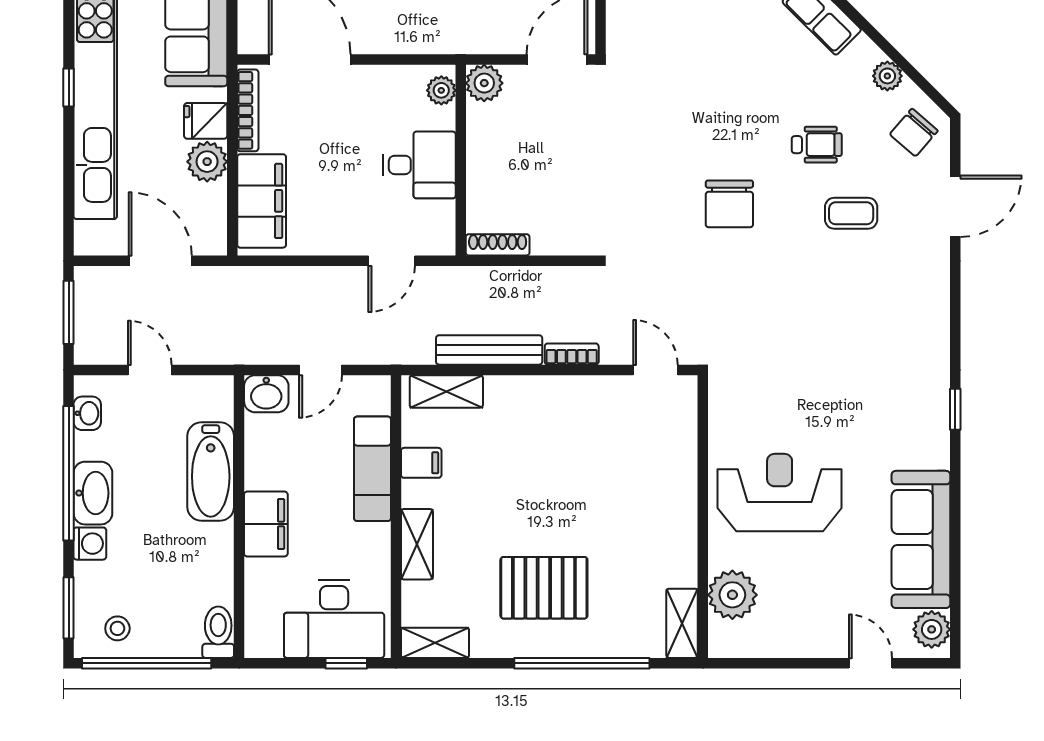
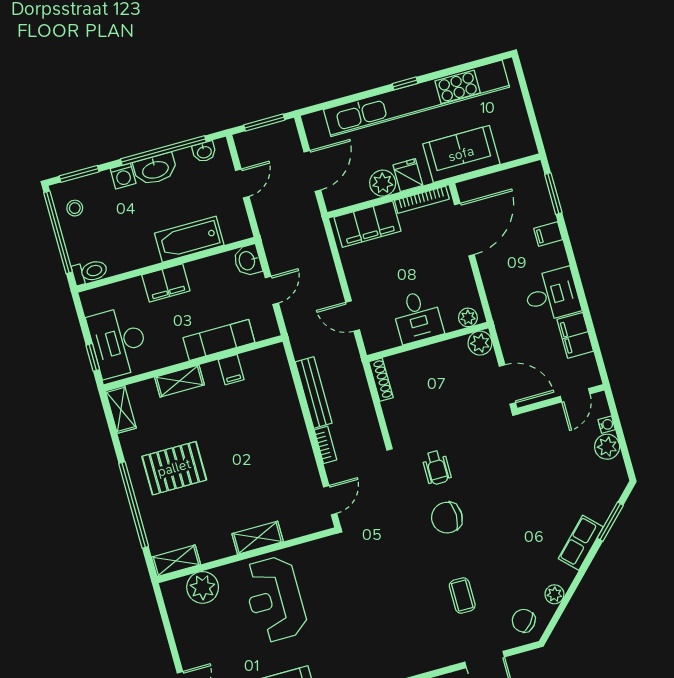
wheelchair: (817, 145) -> (437, 467), moved
door: (321, 370) -> (272, 290), swing flipped
shelving: (446, 391) -> (258, 538), moved, turned 90
reception desk: (780, 493) -> (275, 599), turned 180
pallet: (544, 588) -> (174, 468), turned 90

